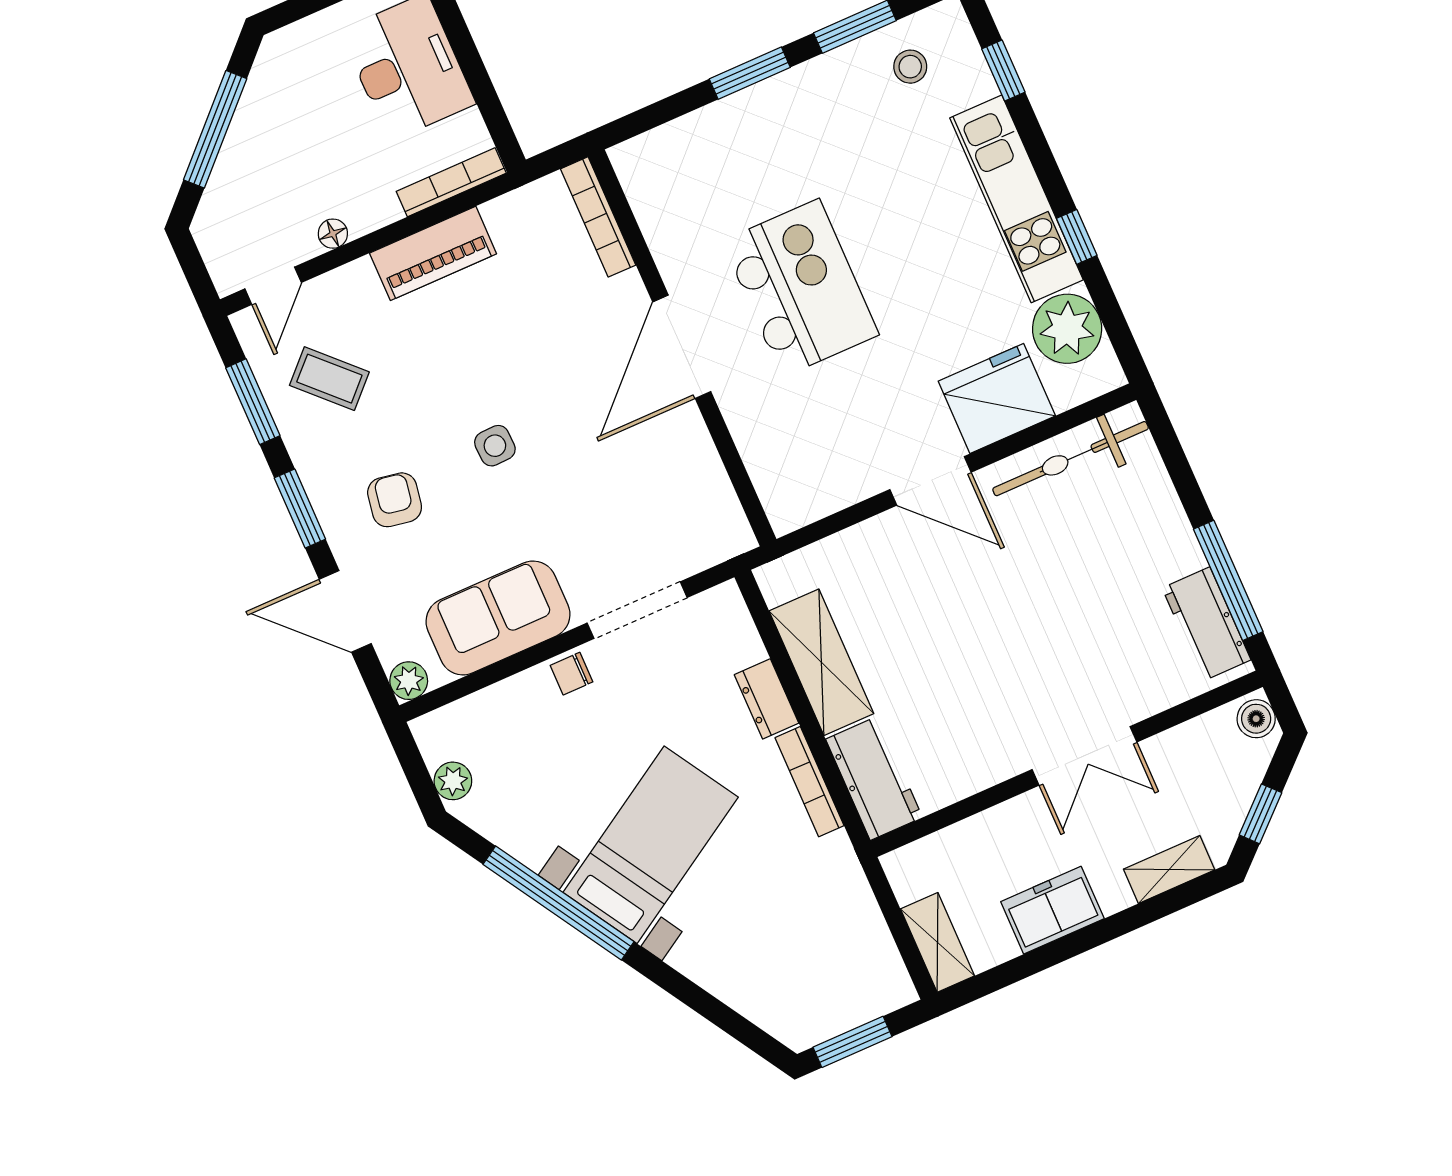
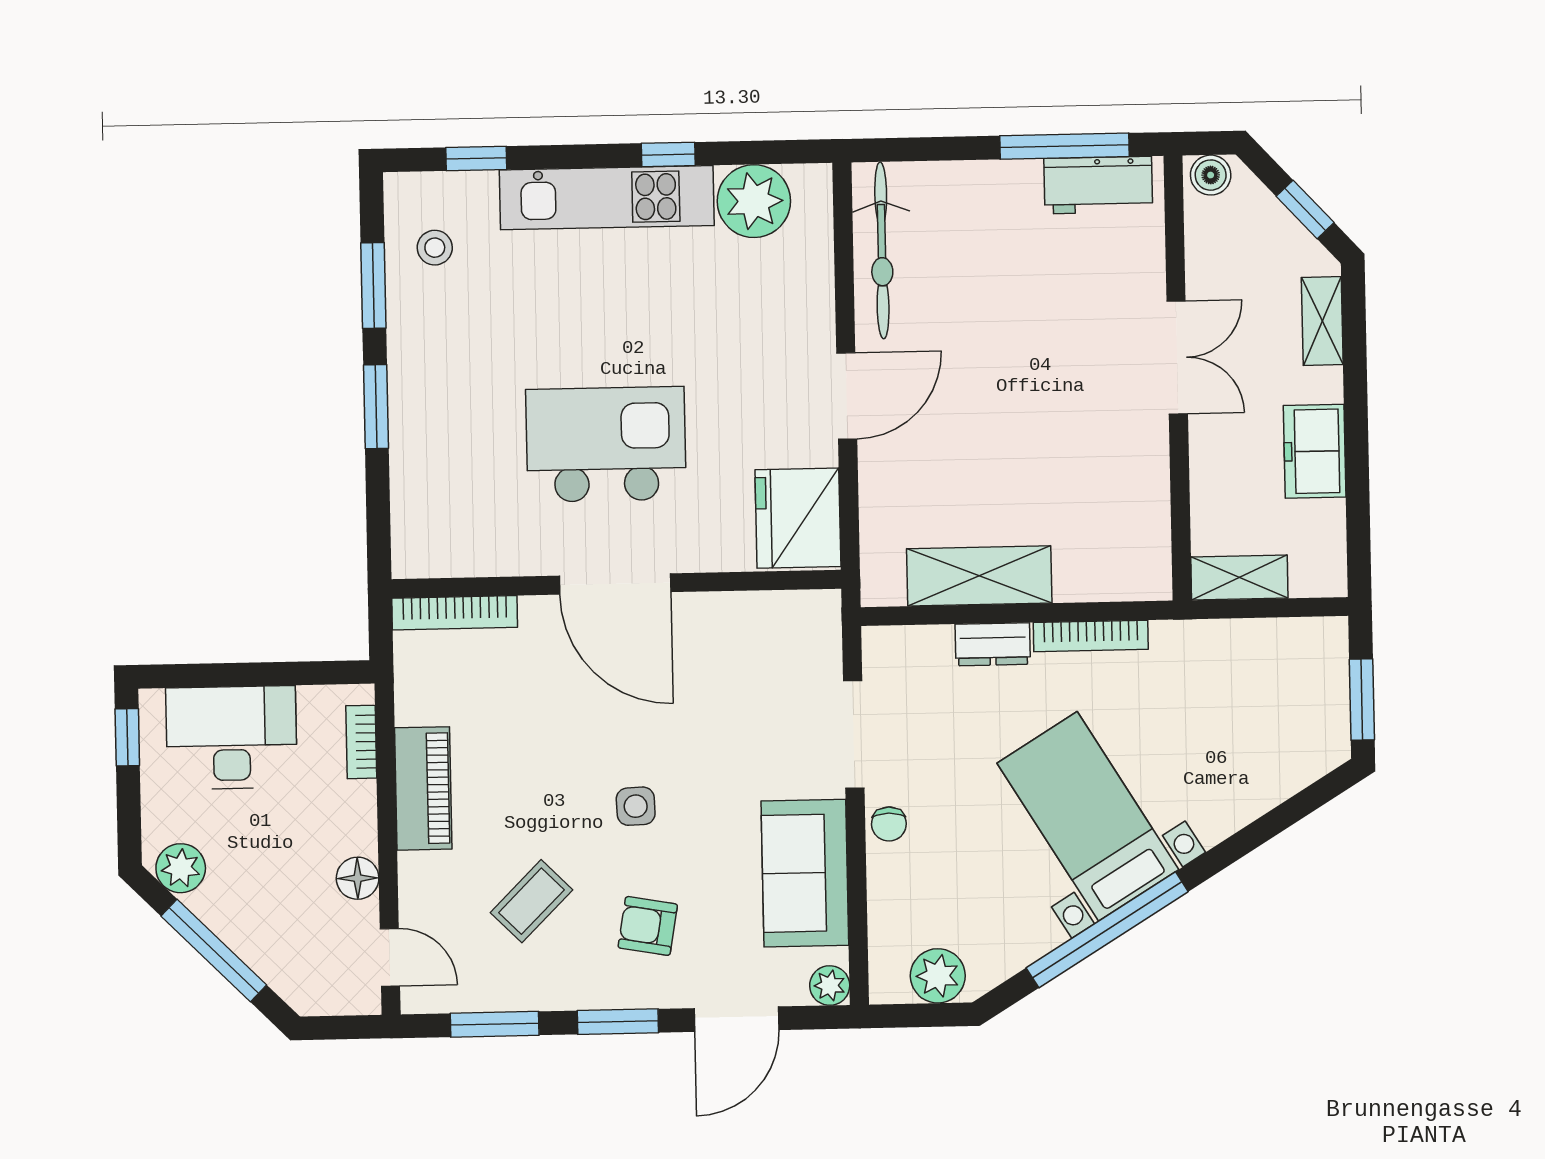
plant: (275, 70) -> (181, 868), added
bookcase: (451, 182) -> (361, 742), width x0.64
floor lamp: (333, 234) -> (358, 878), width x1.37, depth x1.37
coffee table: (329, 379) -> (531, 901), moved
fridge: (997, 398) -> (798, 518), moved
workbench: (874, 778) -> (1114, 572), removed
plant: (453, 781) -> (938, 976), width x1.38, depth x1.38
shelving: (937, 942) -> (1239, 578), moved

